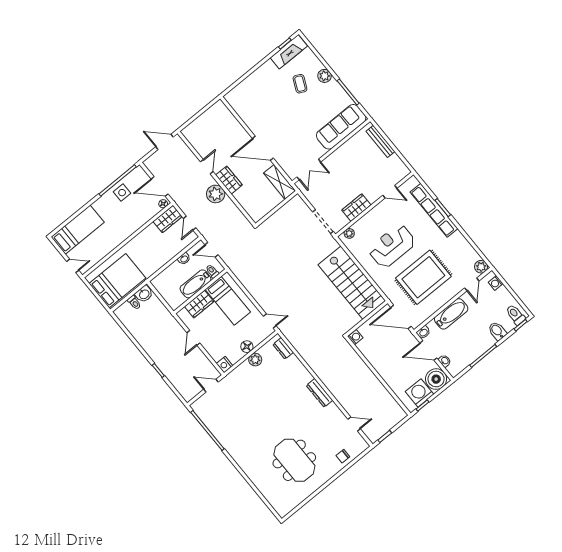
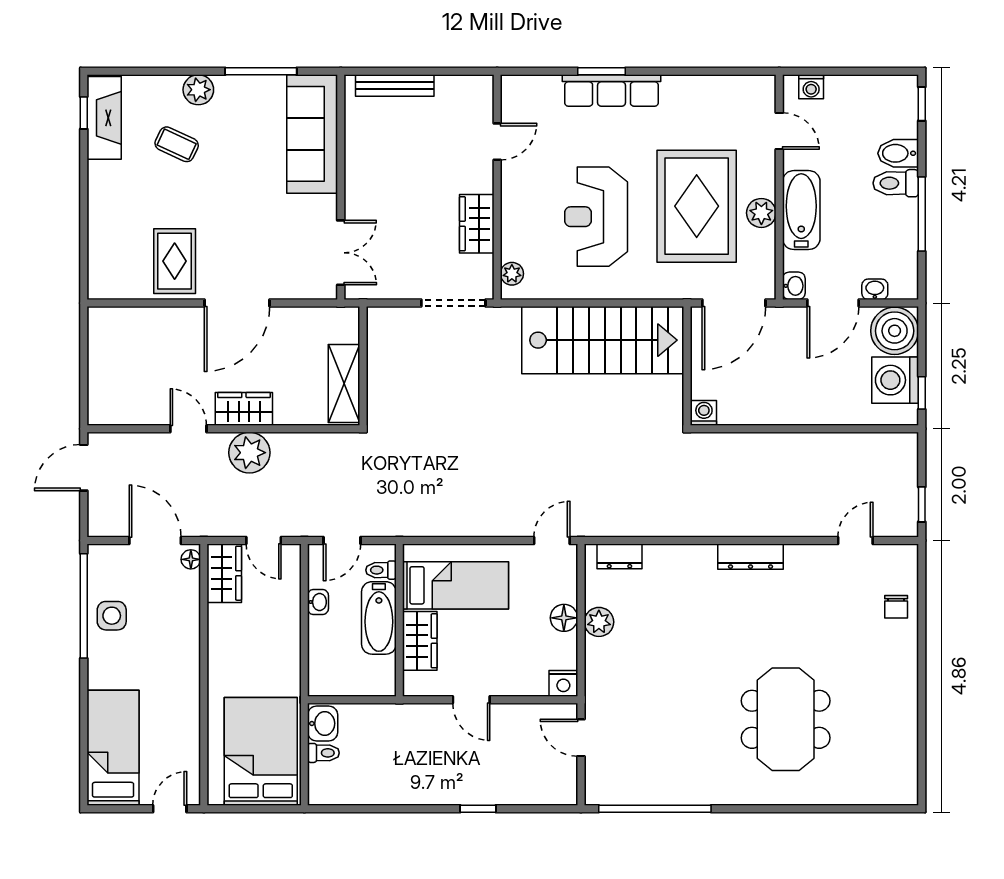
rug: (260, 115) -> (175, 261), added
shelving: (280, 182) -> (344, 384), moved, turned 90
door: (160, 186) -> (155, 540), swing flipped
row of seats: (434, 210) -> (612, 90), width x0.73
plant: (481, 267) -> (761, 213), moved
toilet: (515, 315) -> (896, 183), moved
door: (211, 386) -> (581, 738), hinge flipped
meeting table: (294, 460) -> (786, 719), moved, turned 90

